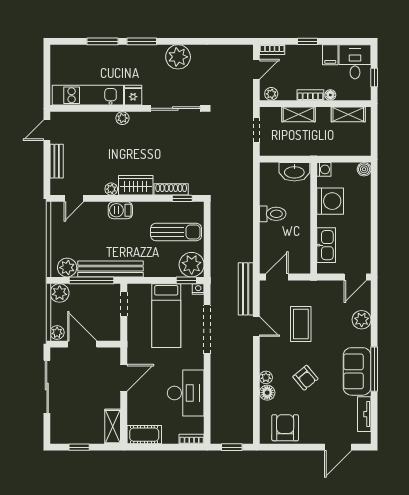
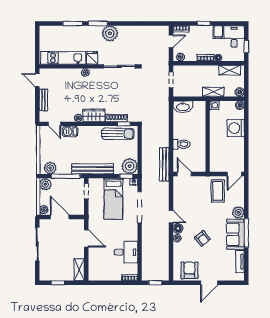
plant: (178, 57) -> (110, 33), moved
shelving: (298, 114) -> (213, 92), moved
door: (47, 130) -> (37, 80), hinge flipped
boiler: (364, 149) -> (240, 92), added
washbasin: (294, 172) -> (183, 107), moved
door: (74, 198) -> (54, 124), hinge flipped
washing machine: (330, 201) -> (236, 128), moved, turned 180
barbecue: (120, 210) -> (70, 131), moved
toilet: (273, 214) -> (182, 144), moved
sun lounger: (176, 232) -> (118, 134), moved
kitchen sink: (326, 245) -> (216, 154), removed
bench: (111, 269) -> (93, 169), moved
door: (277, 277) -> (184, 174), hinge flipped
bench: (246, 289) -> (164, 164), moved
plant: (362, 320) -> (238, 212), moved
coffee table: (301, 324) -> (218, 191), moved
door: (256, 326) -> (171, 217), moved
door: (124, 378) -> (86, 238), hinge flipped
desk: (186, 393) -> (126, 252), width x0.73
floor lamp: (267, 393) -> (178, 228), moved
cot: (144, 435) -> (99, 275), removed
door: (338, 447) -> (209, 283), moved

